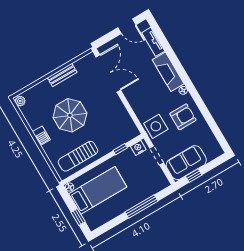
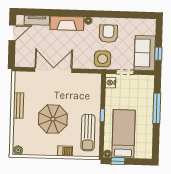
double door: (108, 73) -> (53, 70), moved
barbecue: (41, 136) -> (65, 151), moved
window: (120, 149) -> (102, 115), moved
window: (78, 217) -> (118, 161), moved

